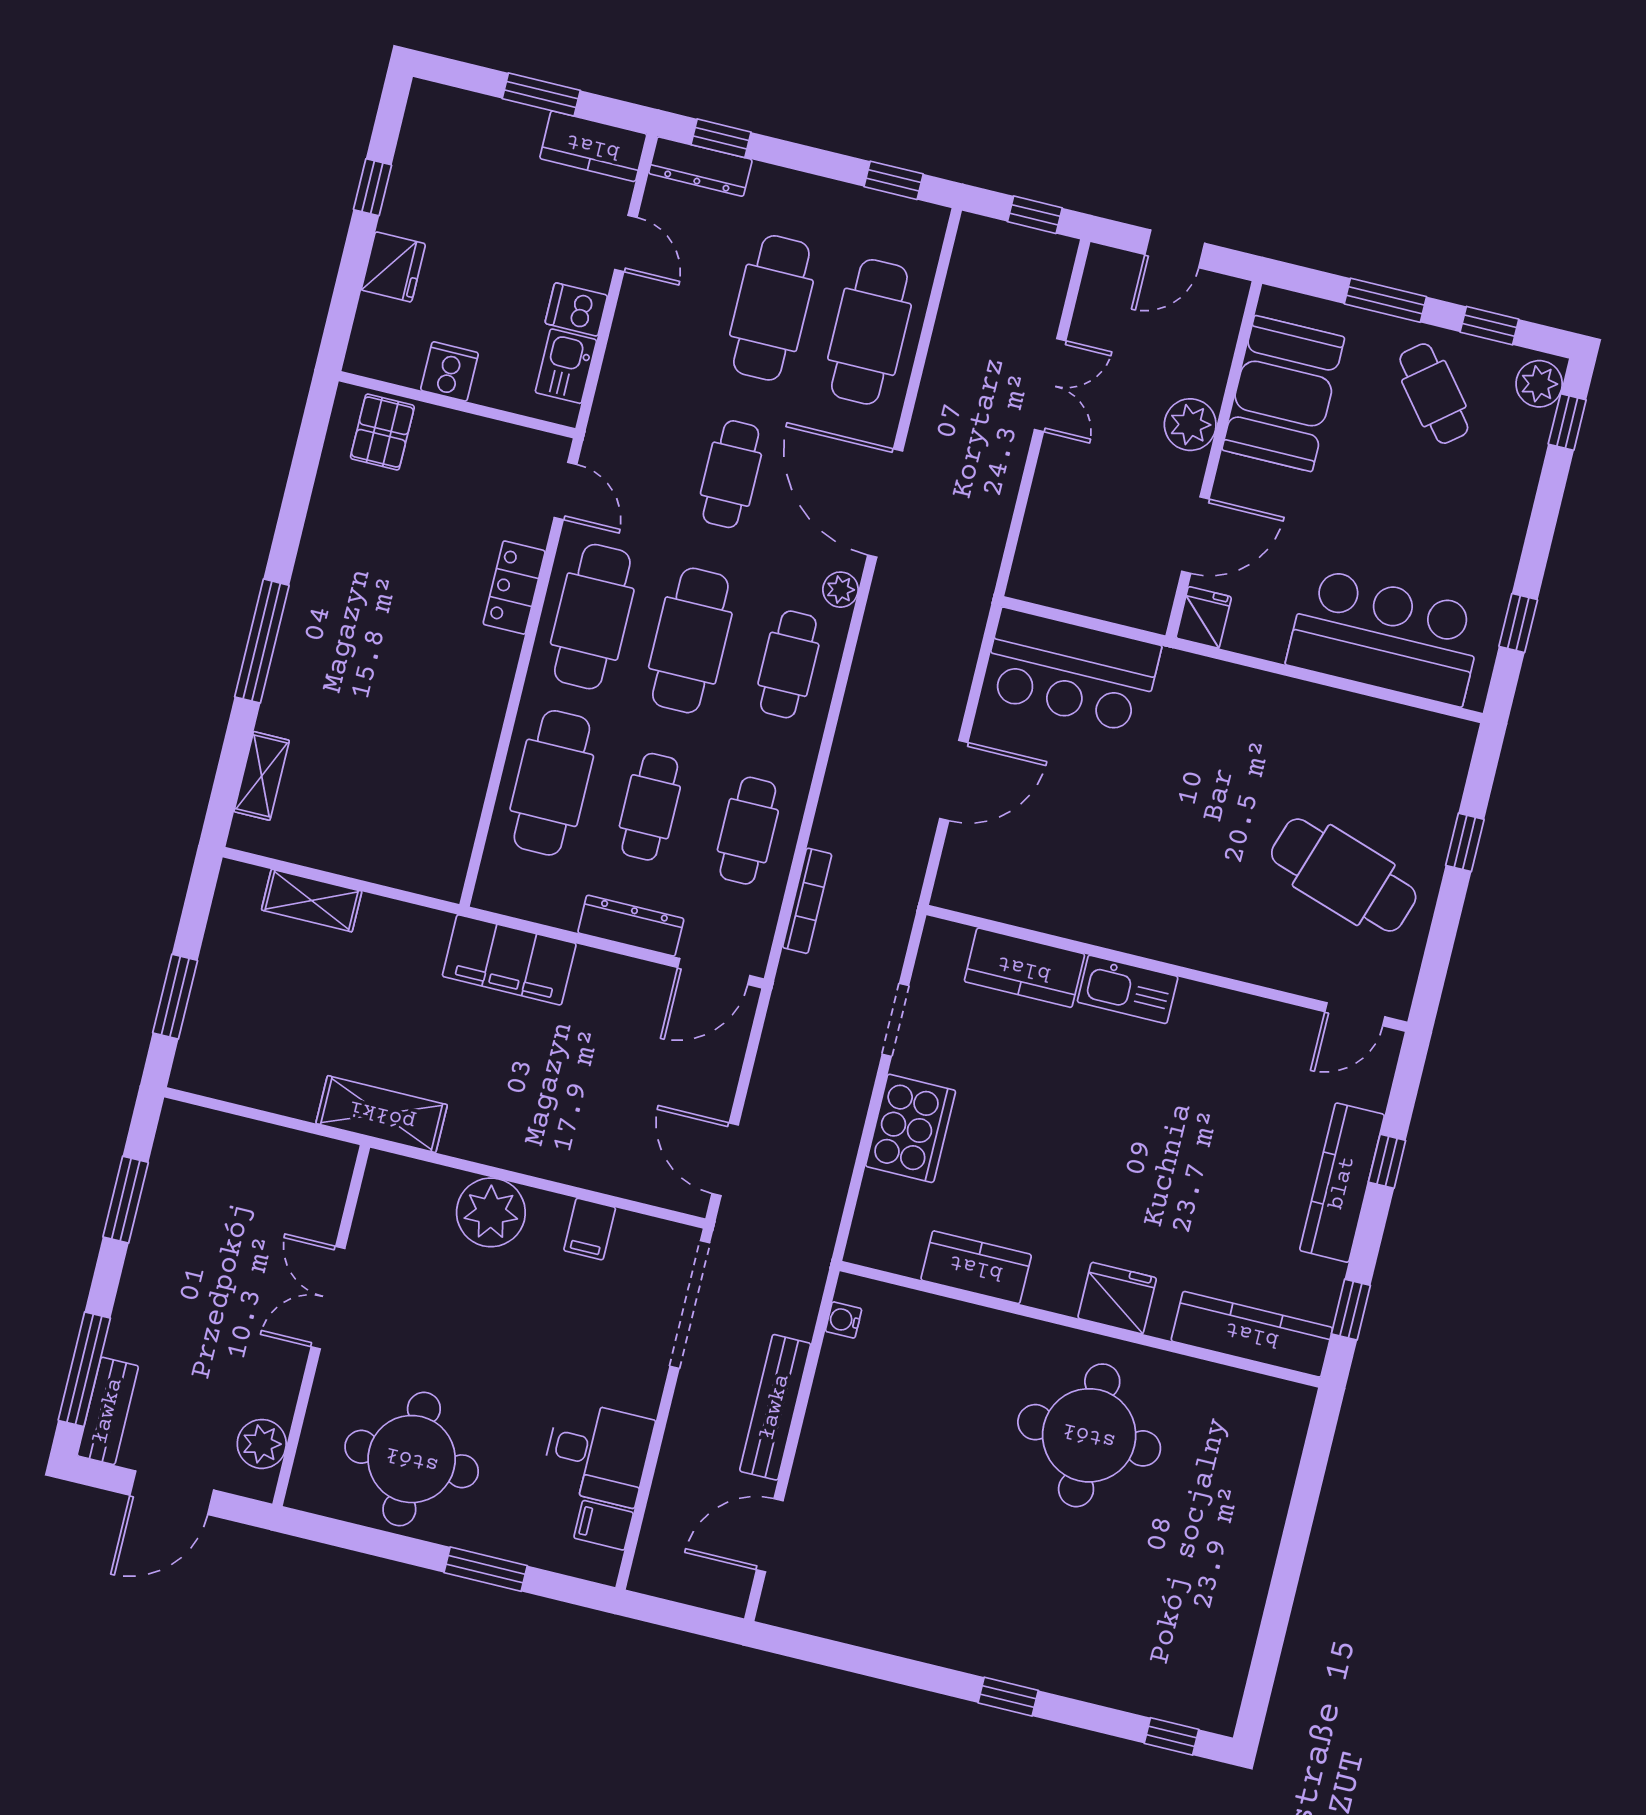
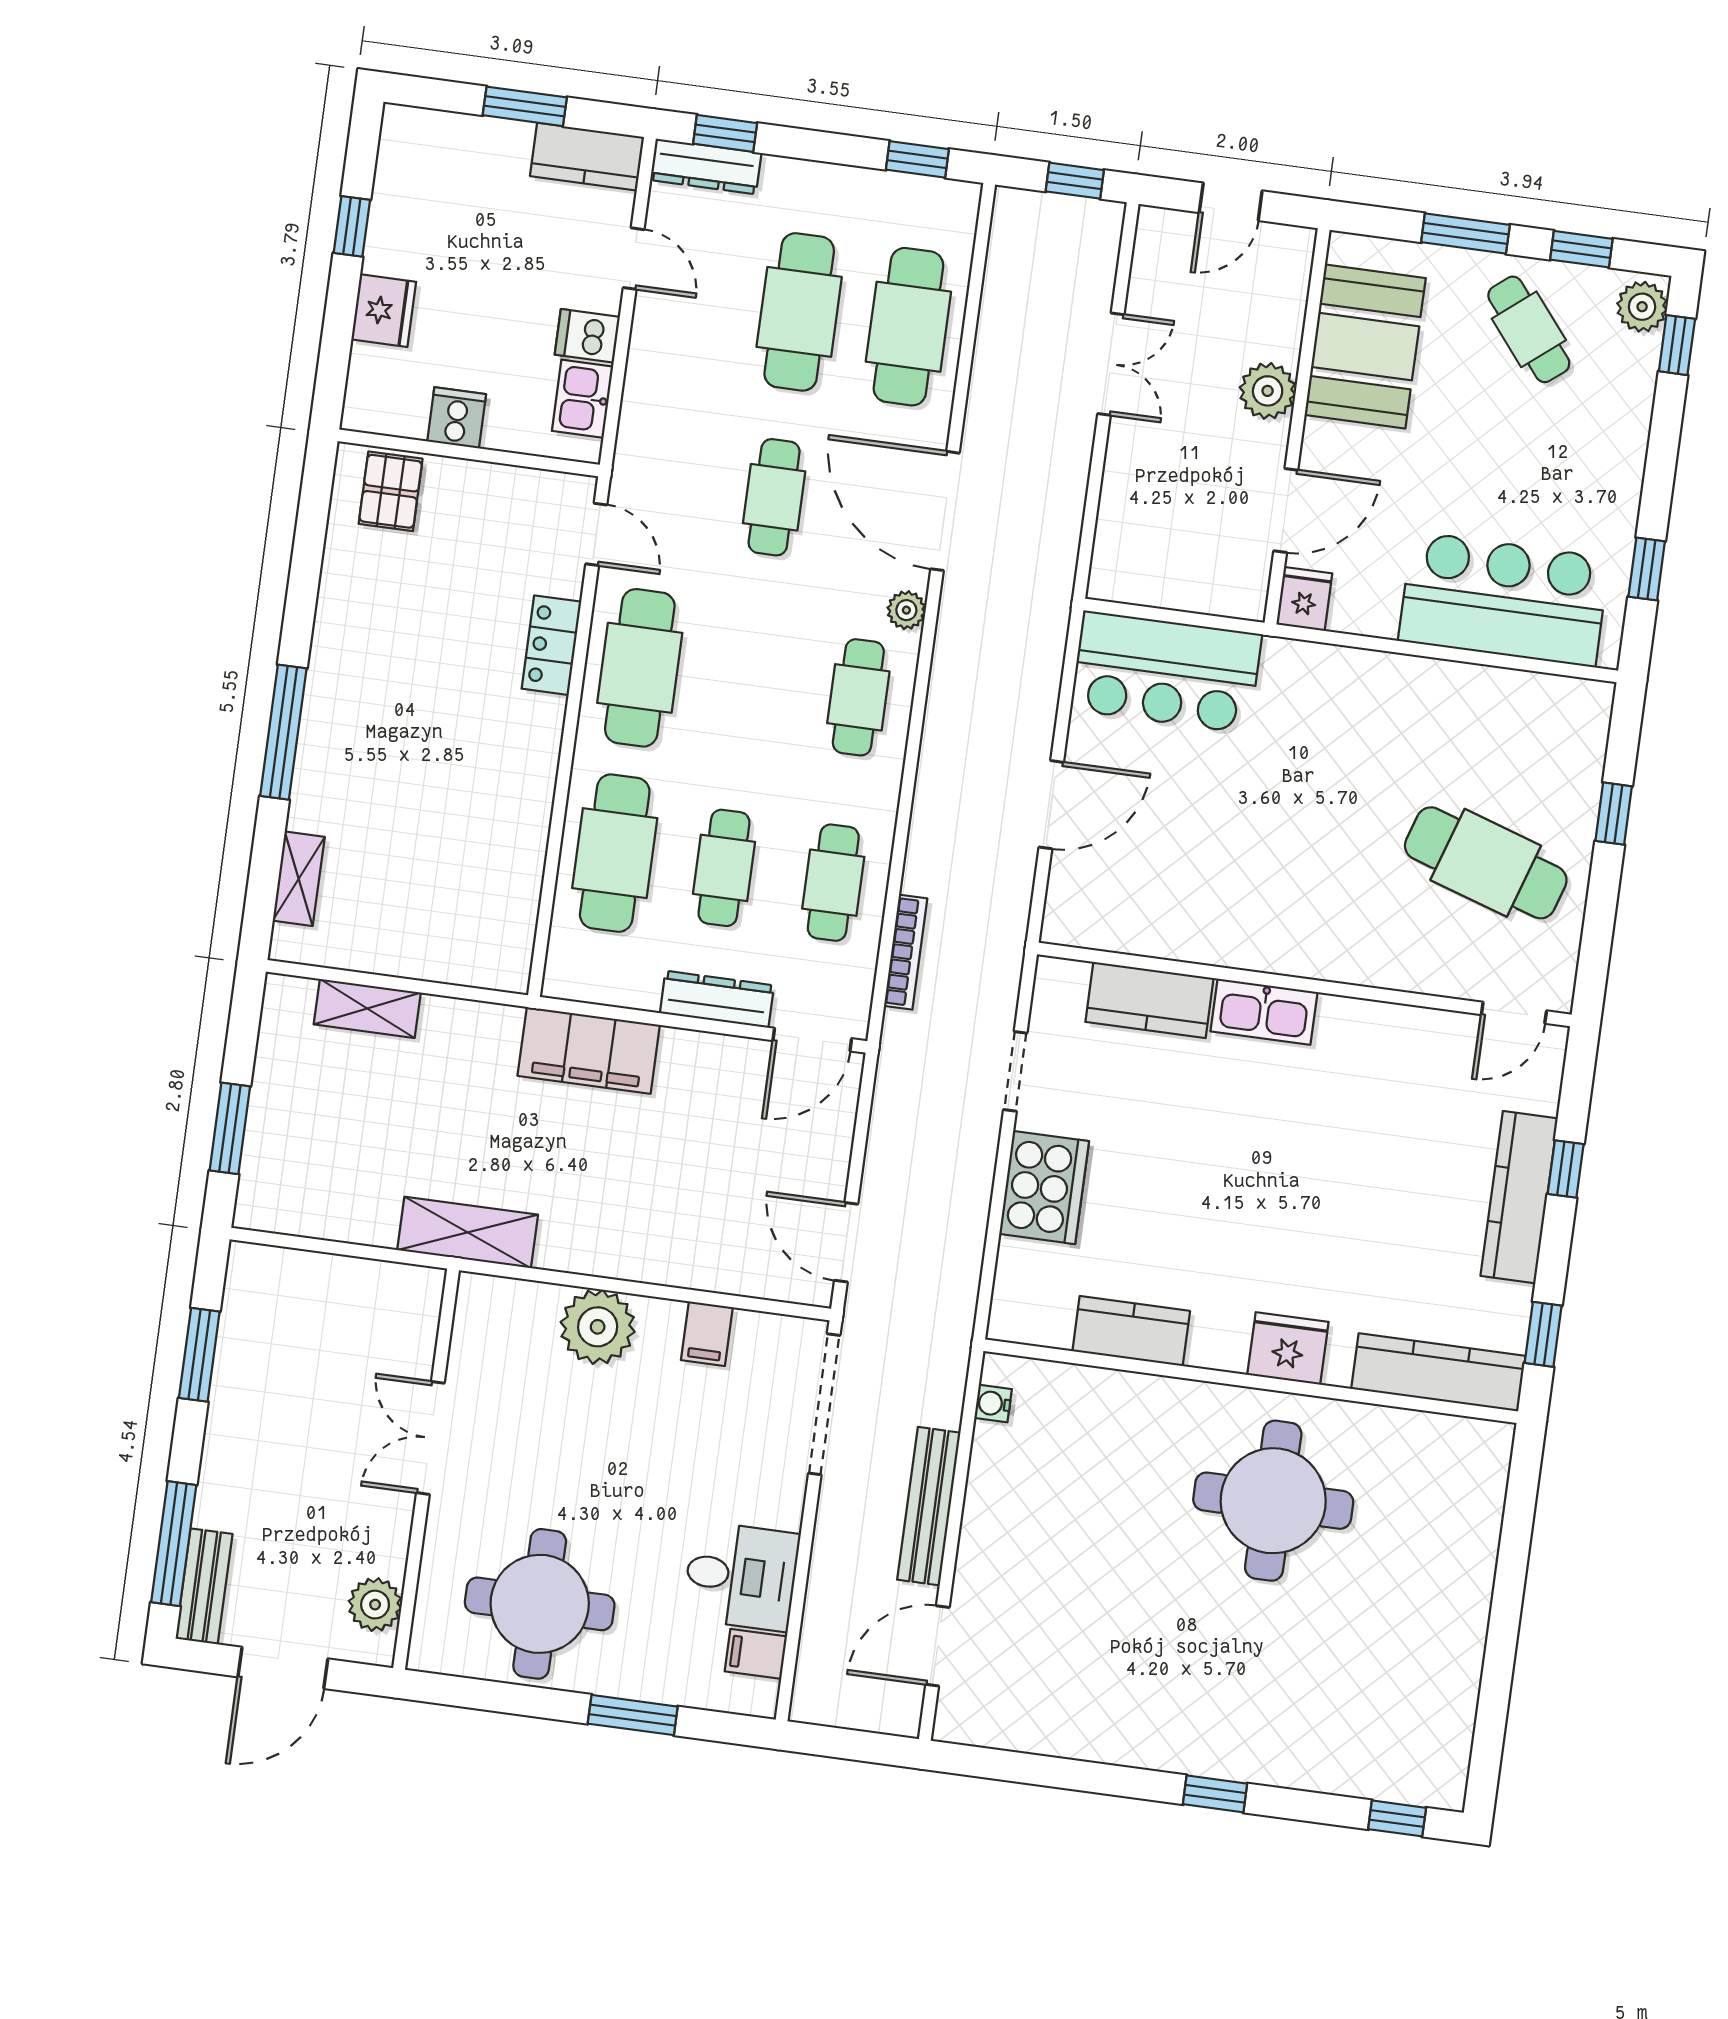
cafe table: (690, 640) -> (749, 683), removed

